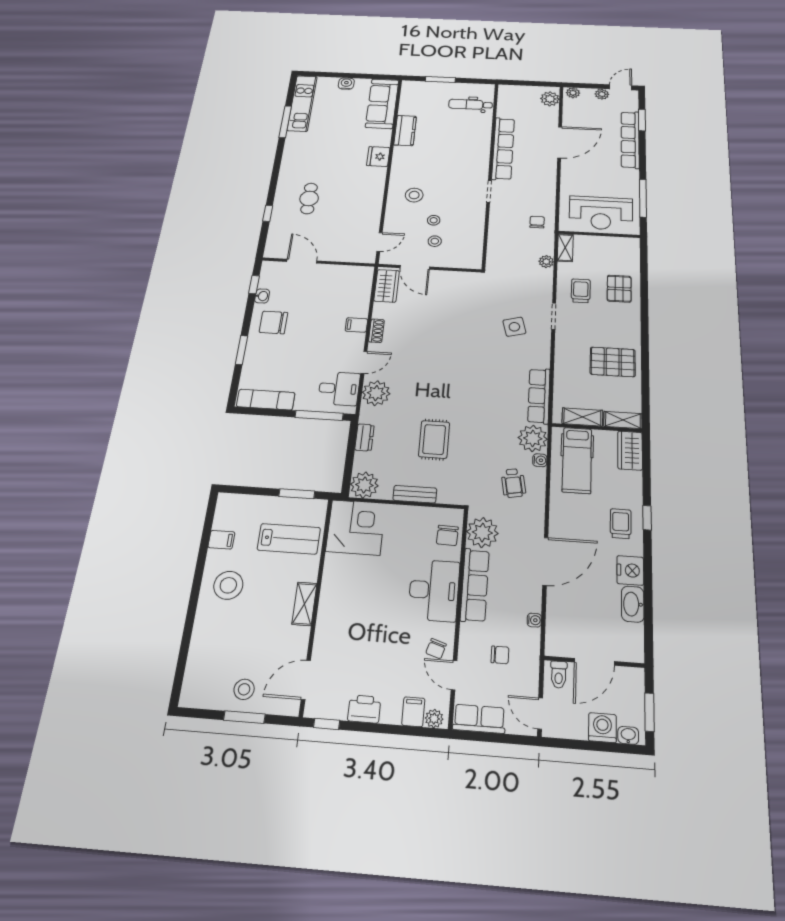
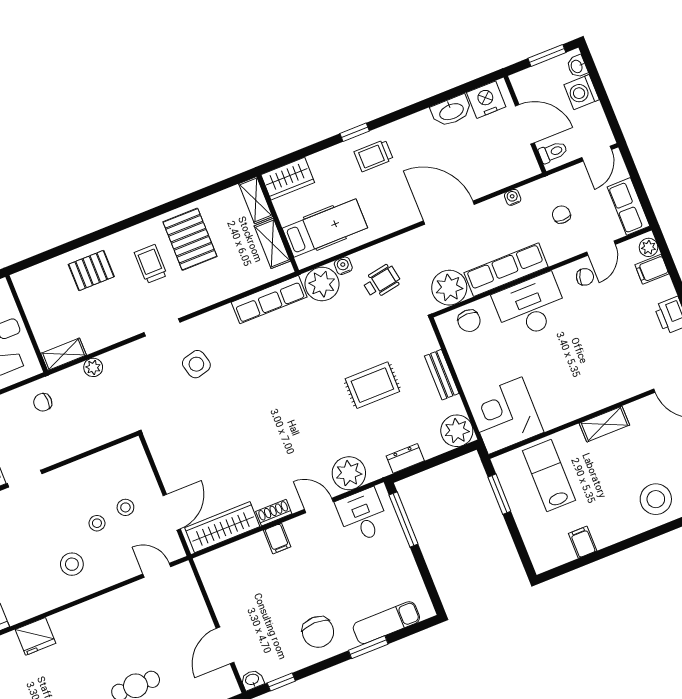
wardrobe: (387, 286) -> (222, 527), width x1.50
trolley: (581, 291) -> (151, 264), moved, turned 90
washbasin: (262, 296) -> (252, 680), moved
exam couch: (266, 400) -> (386, 623), moved, turned 90
chair: (447, 535) -> (469, 321), turned 88
nightstand: (630, 570) -> (486, 100), moved
stool: (228, 585) -> (656, 499), moved

